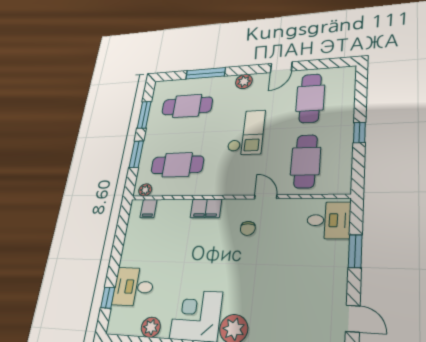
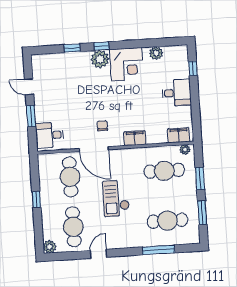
plant: (244, 81) -> (50, 247), moved
door: (266, 197) -> (94, 149), width x1.88
filing cabinet: (149, 209) -> (179, 135), width x2.00
desk: (133, 287) -> (176, 93), moved
door: (353, 319) -> (29, 87), moved

